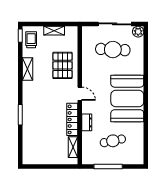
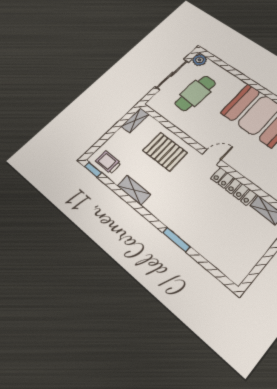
shelving: (54, 31) -> (135, 120), moved
dresser: (87, 122) -> (250, 173), removed

